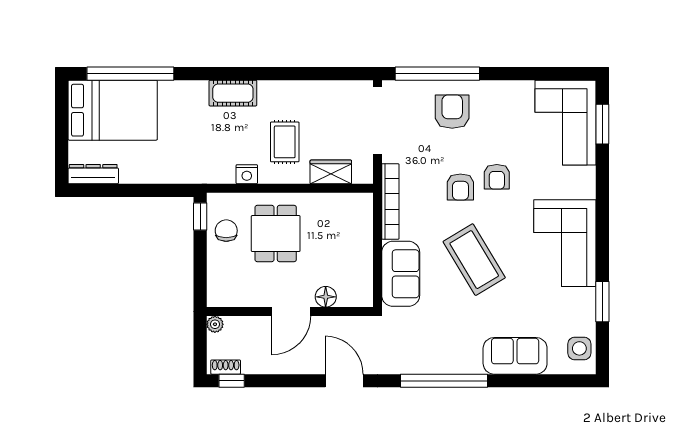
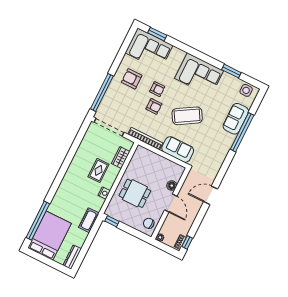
cot: (233, 93) -> (89, 220), moved
armchair: (452, 112) -> (132, 79), moved
rug: (285, 142) -> (99, 170), turned 90
chair: (226, 231) -> (149, 223), moved
window: (444, 381) -> (242, 132), moved

